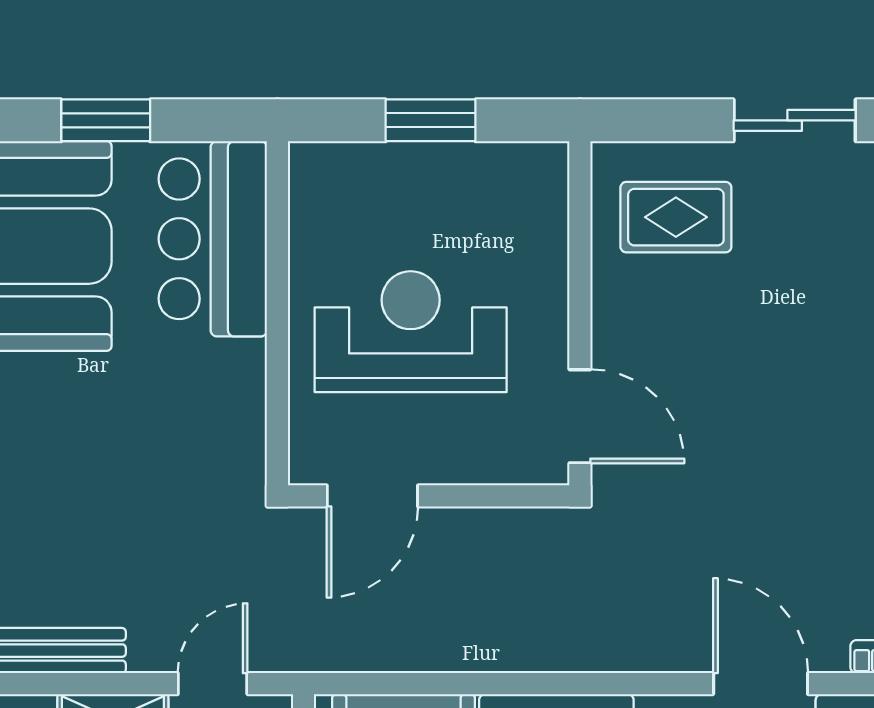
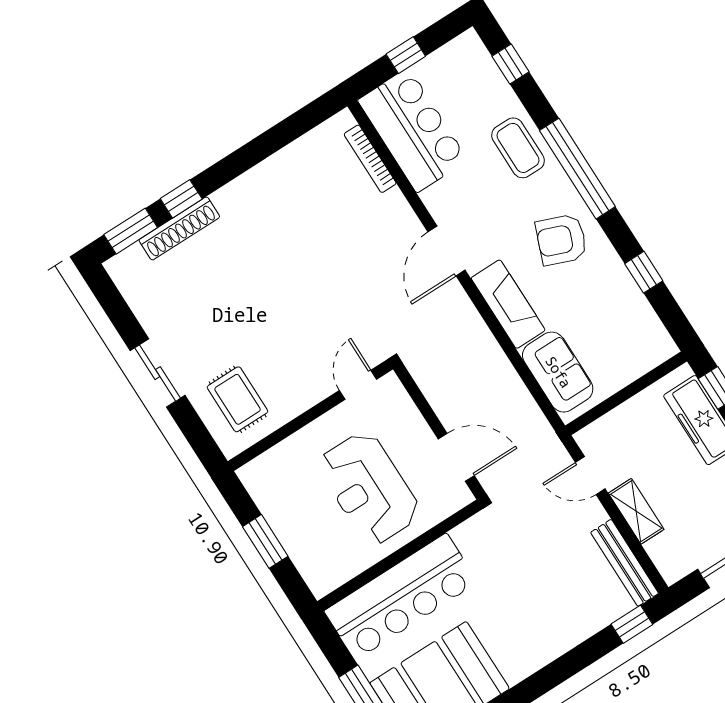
bar counter: (213, 239) -> (401, 597), width x1.36
door: (580, 416) -> (358, 385), width x0.73
door: (761, 684) -> (447, 251), moved

